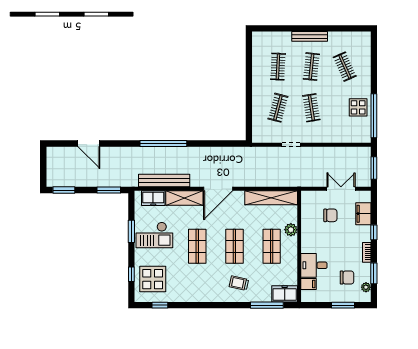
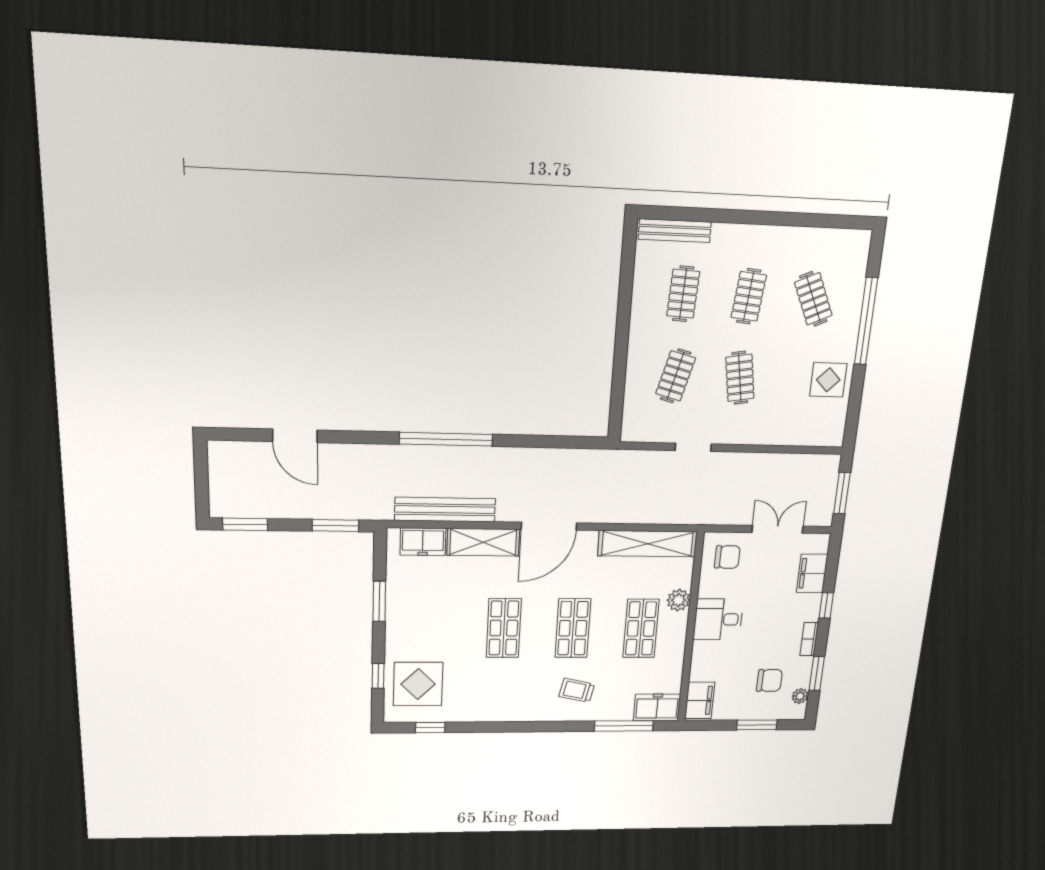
bench: (310, 36) -> (675, 231), moved
window: (374, 116) -> (866, 321), moved
chair: (330, 215) -> (727, 557), moved
checkout: (154, 235) -> (423, 608), removed
desk: (314, 265) -> (718, 619), moved
filing cabinet: (308, 284) -> (700, 700), width x2.00

